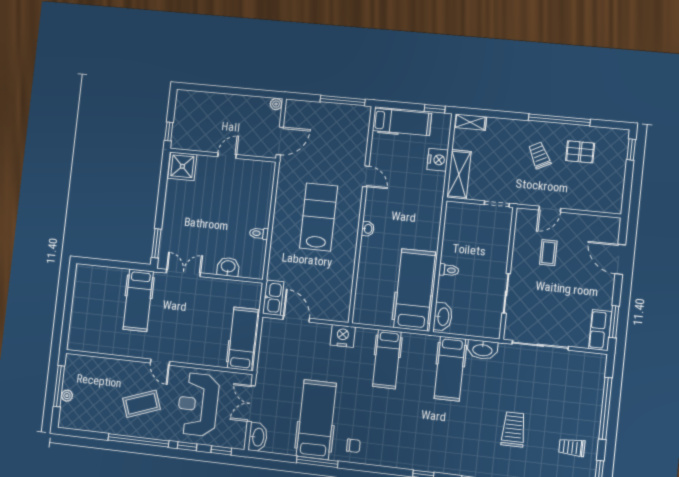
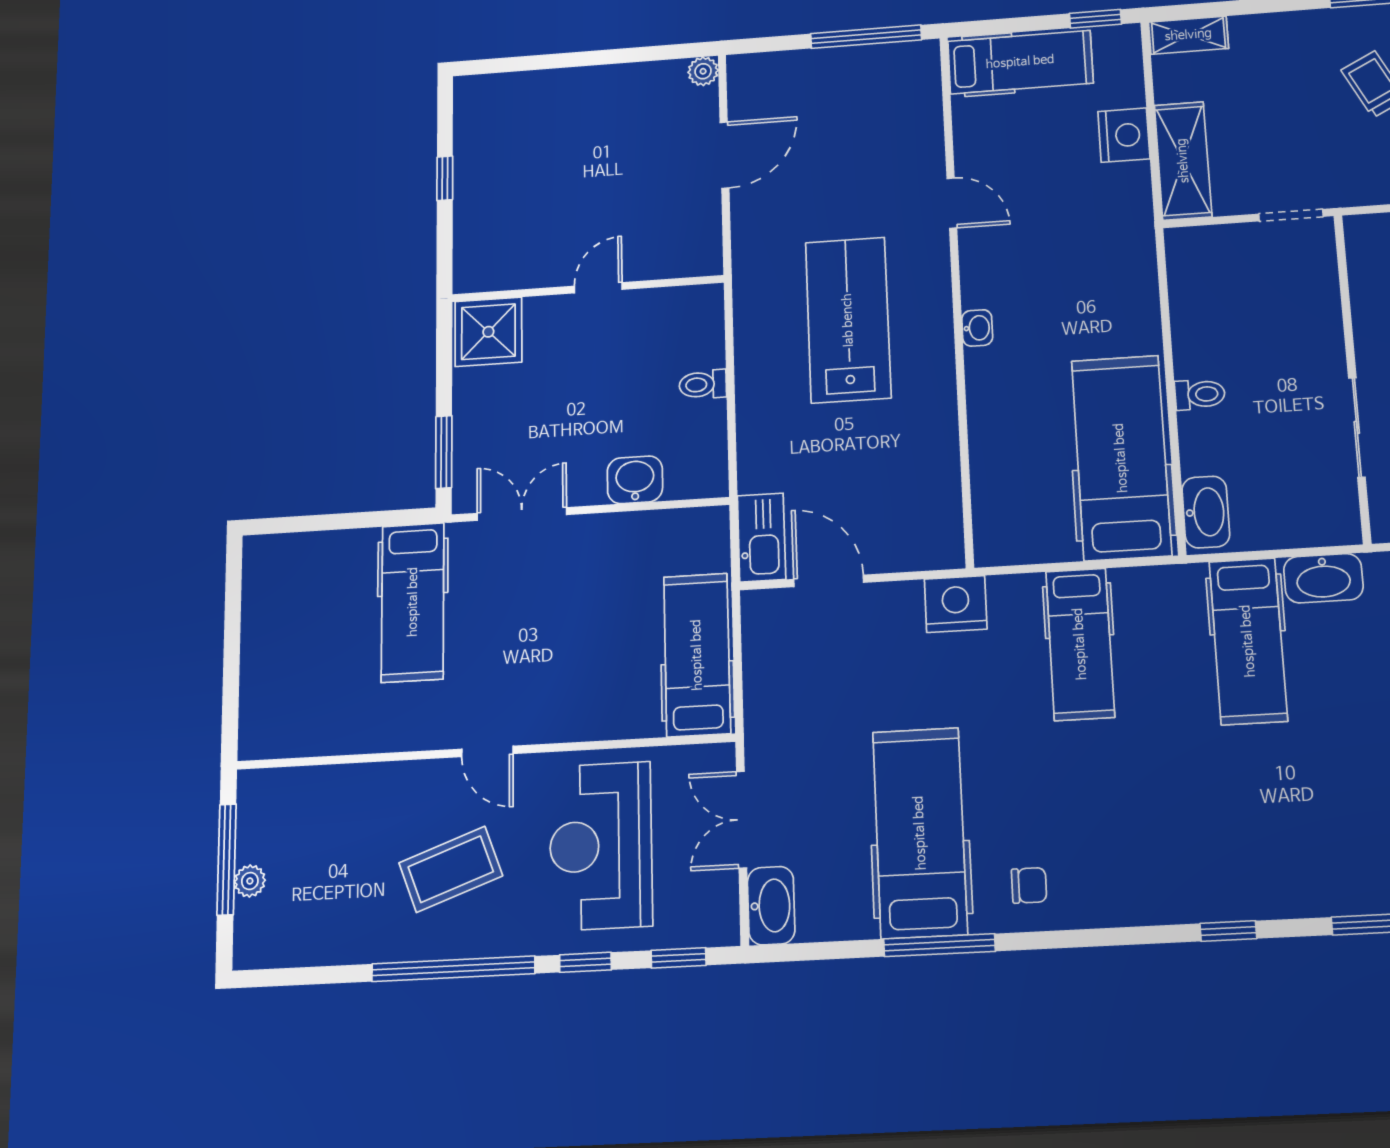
wall: (223, 155) -> (587, 289), moved
door: (227, 156) -> (598, 288), moved
shower: (182, 166) -> (488, 332), moved

